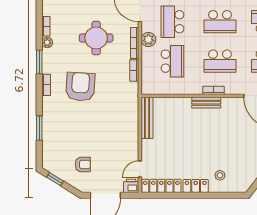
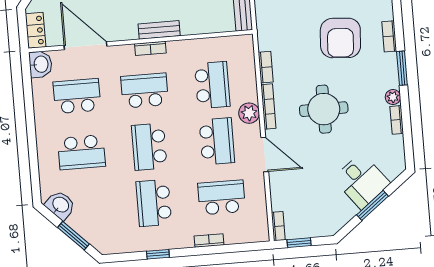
school desk: (220, 22) -> (149, 147), turned -90
school desk: (172, 61) -> (212, 85), turned 180

